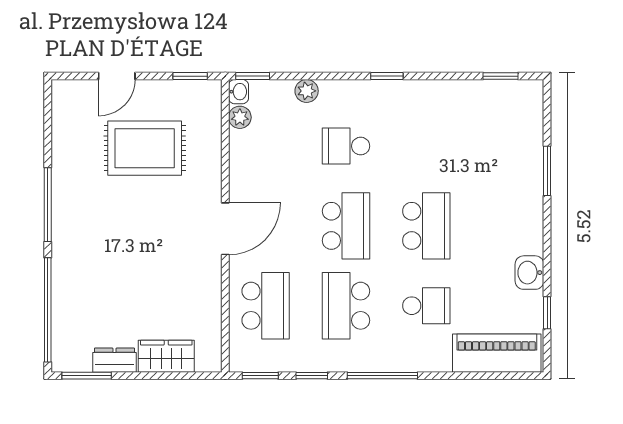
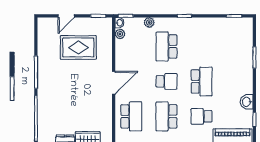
school desk: (346, 146) -> (166, 47), width x1.85
school desk: (346, 226) -> (166, 81), width x0.54
school desk: (426, 306) -> (202, 116), turned 180

